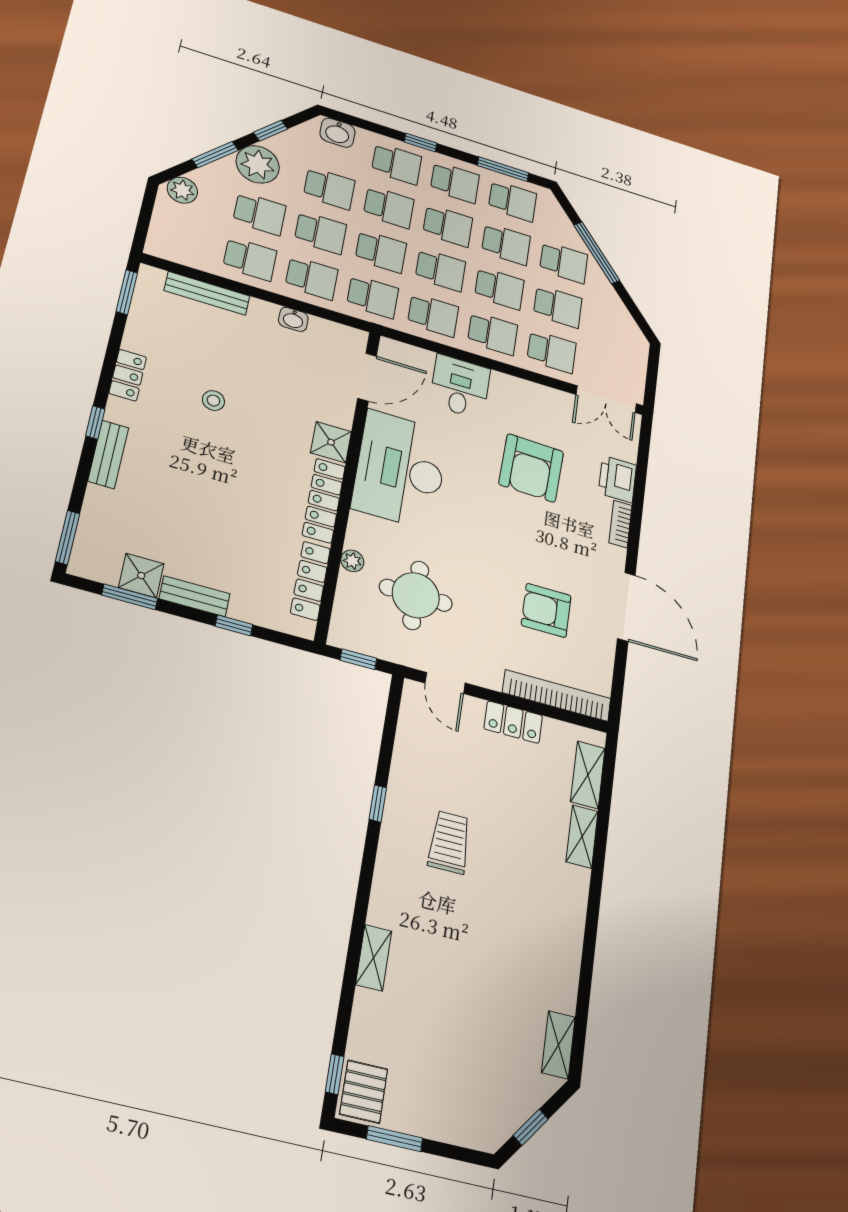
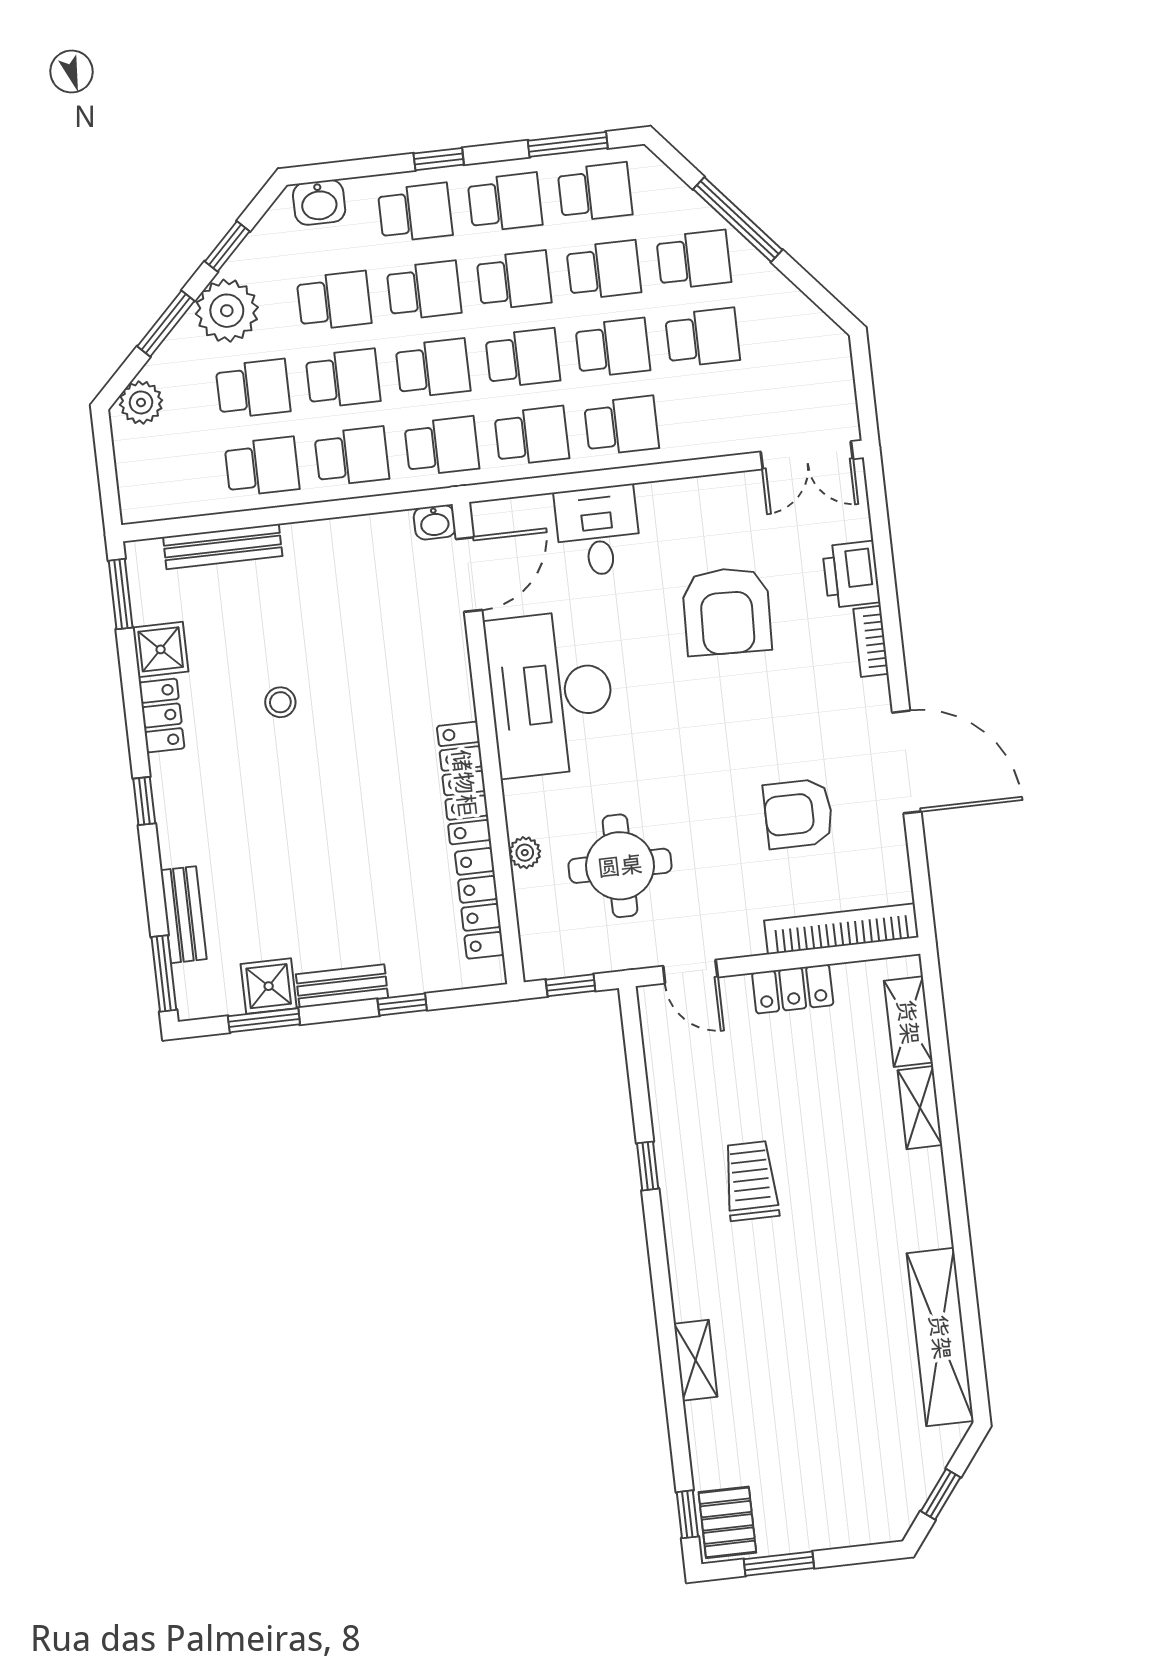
washbasin: (293, 319) -> (435, 522), moved
school desk: (552, 352) -> (711, 415), removed
shower: (331, 442) -> (161, 649), moved
bench: (108, 454) -> (183, 915), moved
shelving: (558, 1045) -> (940, 1337), width x2.20, depth x1.33

